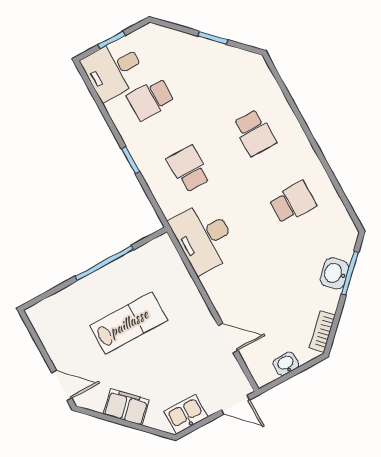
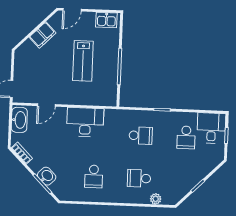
plant: (270, 89) -> (156, 199), added
school desk: (151, 99) -> (186, 137), turned 180
desk: (204, 237) -> (85, 122), moved
washbasin: (286, 364) -> (19, 120), width x1.91, depth x1.45
kitchen sink: (186, 414) -> (106, 20), moved, turned 90

